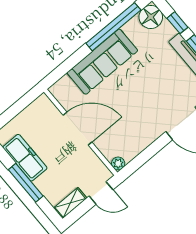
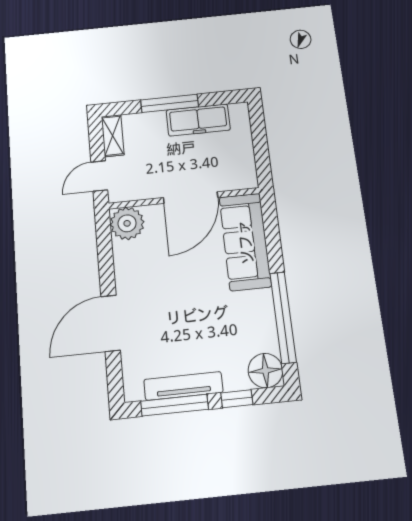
sofa: (102, 62) -> (245, 242), moved
plant: (118, 163) -> (127, 223), width x1.87, depth x1.87

